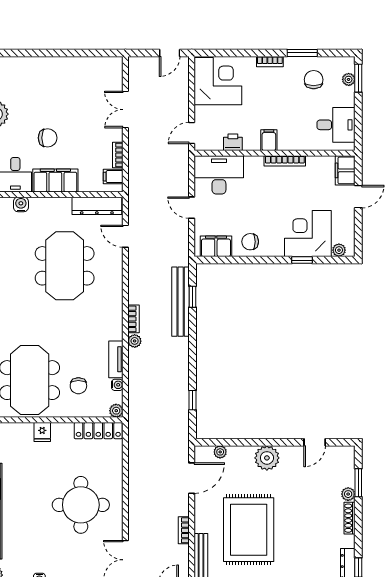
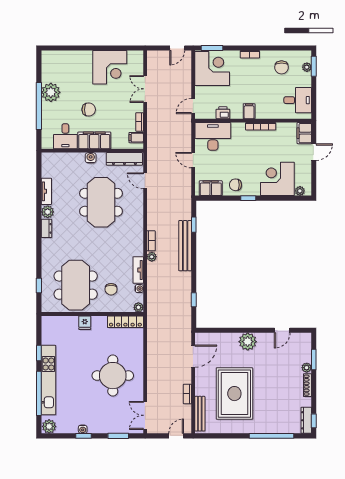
window: (302, 53) -> (212, 48), moved
corner desk: (77, 80) -> (110, 67), added
chair: (314, 80) -> (282, 67), turned 180
water cooler: (21, 204) -> (91, 158), moved
window: (302, 260) -> (248, 198), moved
bench: (181, 302) -> (185, 246), moved
plant: (220, 452) -> (214, 337), removed

